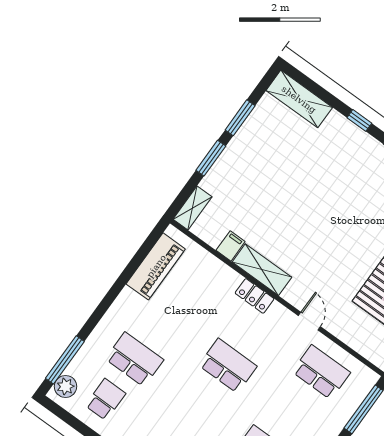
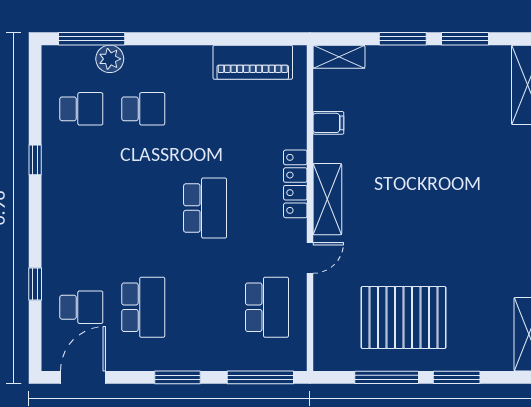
shelving: (262, 270) -> (327, 199), moved
locker: (255, 296) -> (295, 184), width x1.53
school desk: (135, 359) -> (143, 109), width x0.54
plant: (66, 386) -> (110, 59), moved

